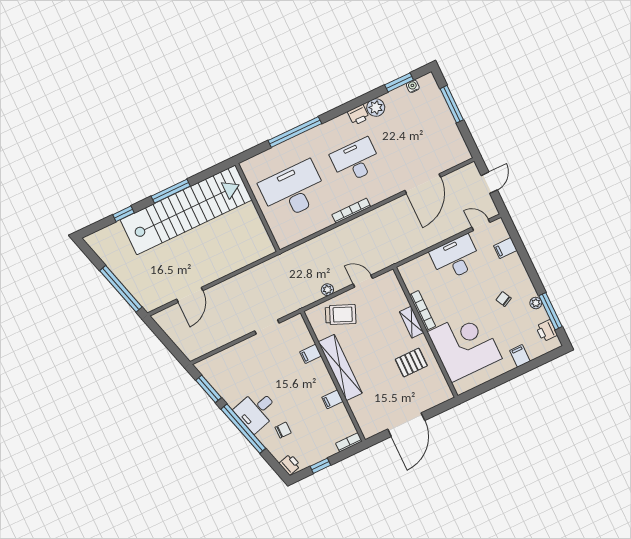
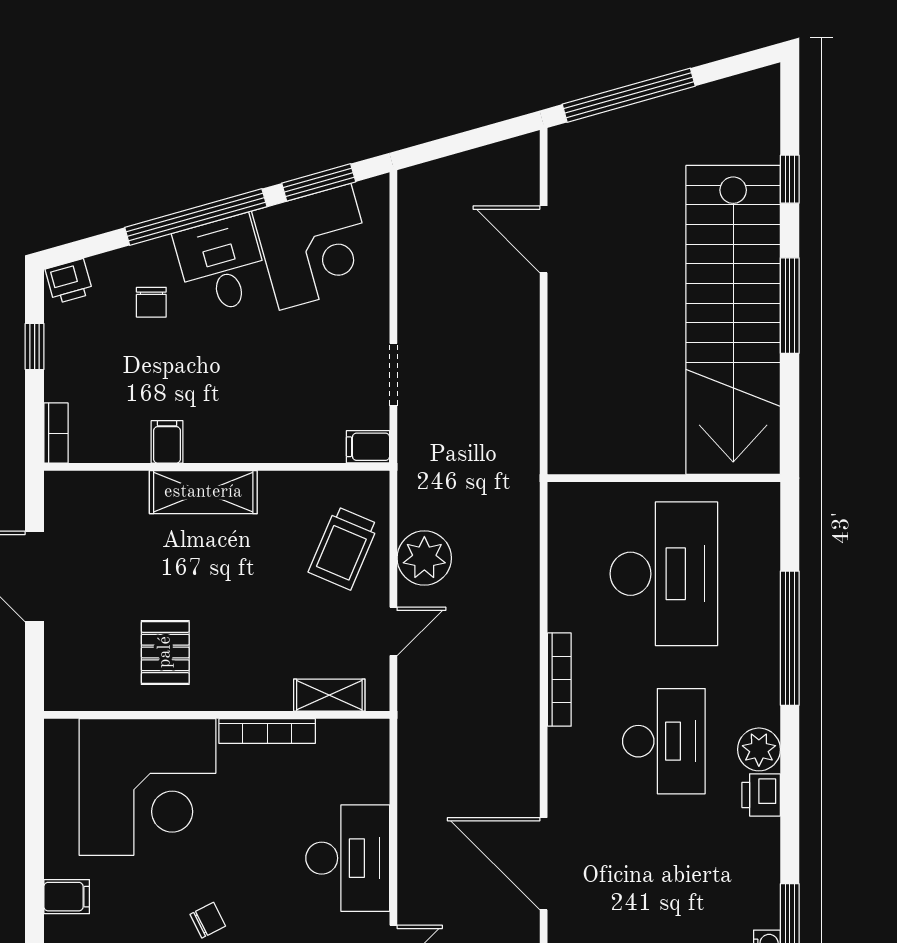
plant: (376, 108) -> (759, 749), moved
plant: (327, 290) -> (424, 558), width x1.87, depth x1.87
shelving: (412, 322) -> (329, 695), moved
filing cabinet: (311, 354) -> (368, 447), moved, turned -90
shelving: (340, 367) -> (203, 492), width x0.68
corner desk: (233, 379) -> (315, 247), added

